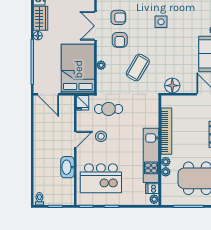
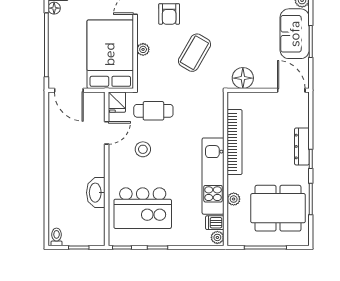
door: (75, 139) -> (107, 133), moved
plant: (166, 162) -> (234, 185), removed

